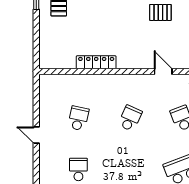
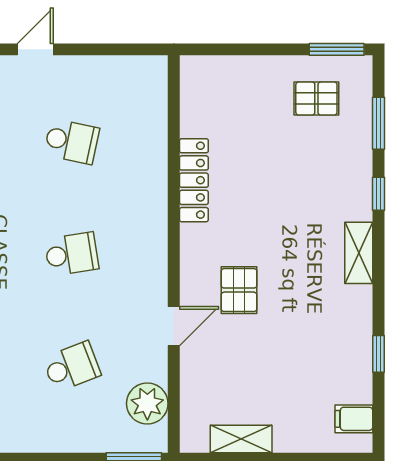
pallet: (160, 12) -> (239, 290), moved
school desk: (130, 118) -> (72, 254), turned -33

